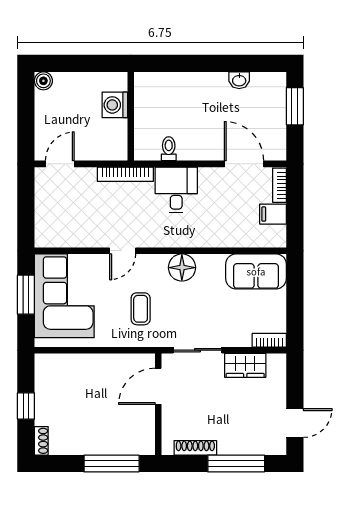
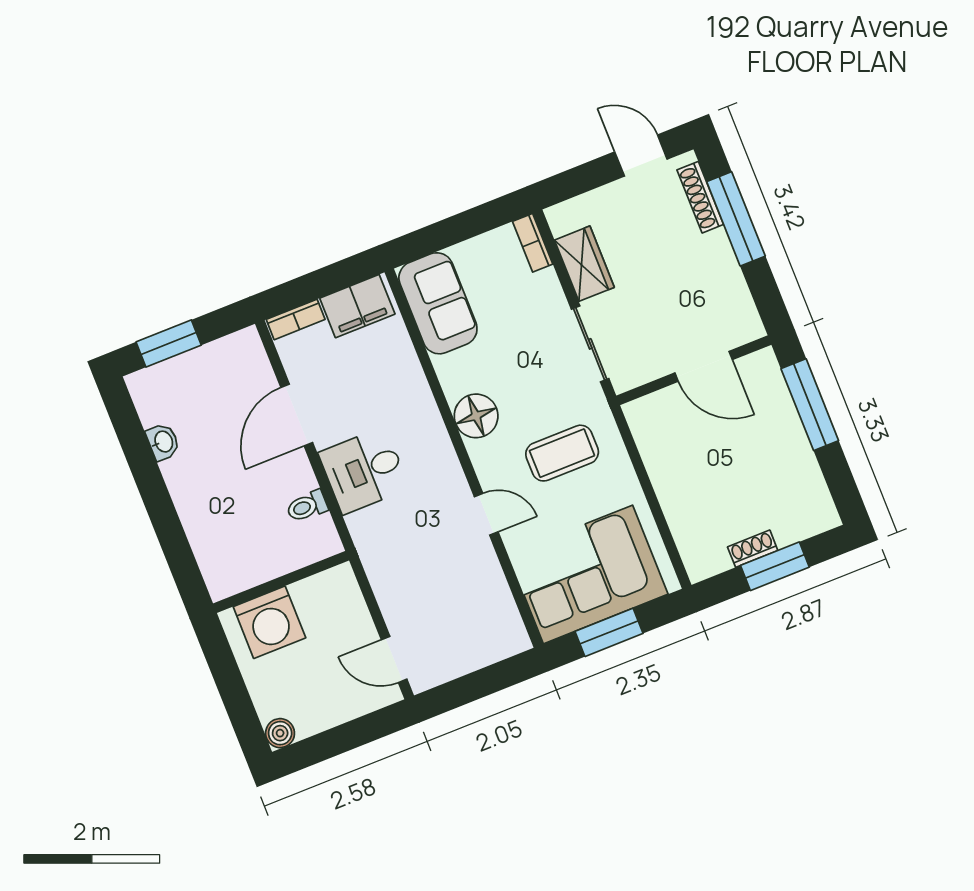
washing machine: (115, 105) -> (269, 622), width x1.37, depth x1.37
door: (244, 164) -> (297, 415), moved
bookcase: (125, 174) -> (371, 556), removed
filing cabinet: (273, 214) -> (357, 306), width x2.00
coffee table: (141, 309) -> (562, 453), width x1.36, depth x1.30
door: (158, 386) -> (704, 366), moved
window: (26, 406) -> (775, 566), width x1.50
shoe rack: (41, 441) -> (753, 549), moved
shoe rack: (195, 448) -> (700, 197), moved

